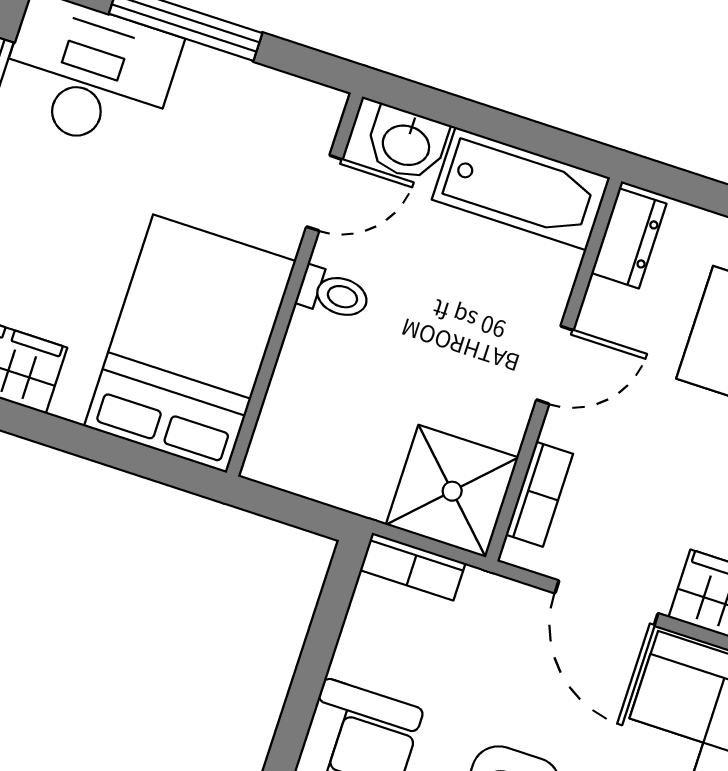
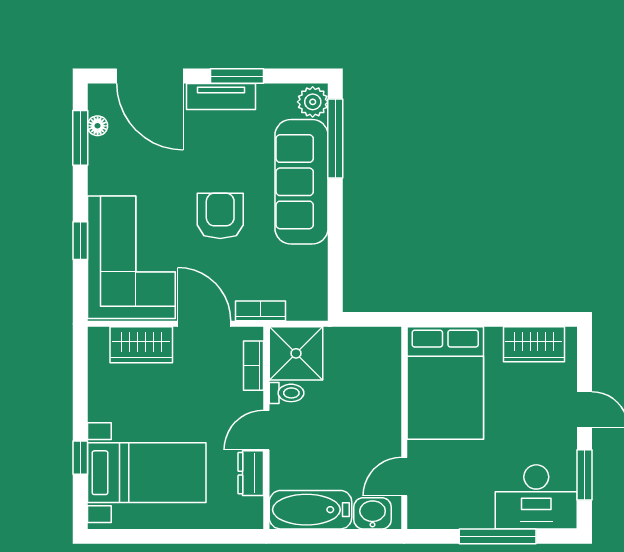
dresser: (629, 238) -> (251, 473), moved
toilet: (333, 294) -> (287, 393), moved, turned 180
bookcase: (413, 567) -> (260, 311), moved

